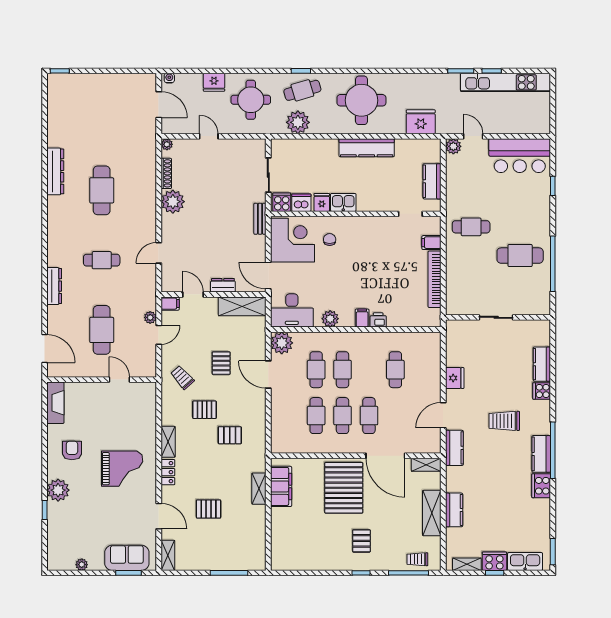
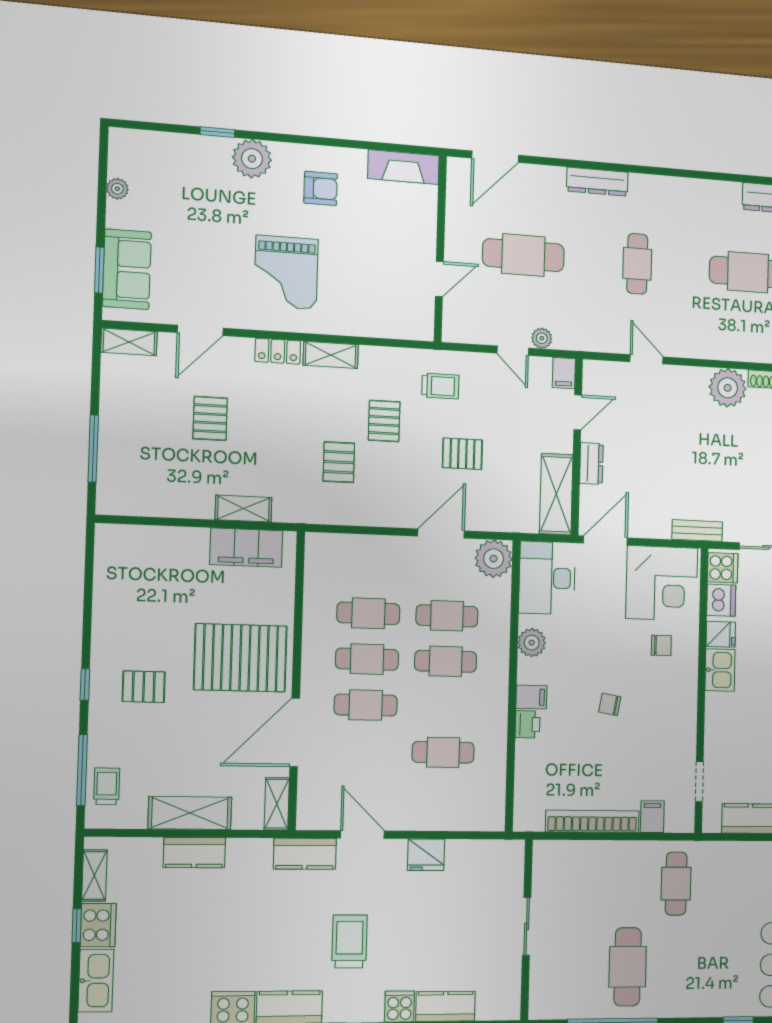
chair: (365, 270) -> (610, 704), added
trolley: (182, 377) -> (440, 386), turned 42

